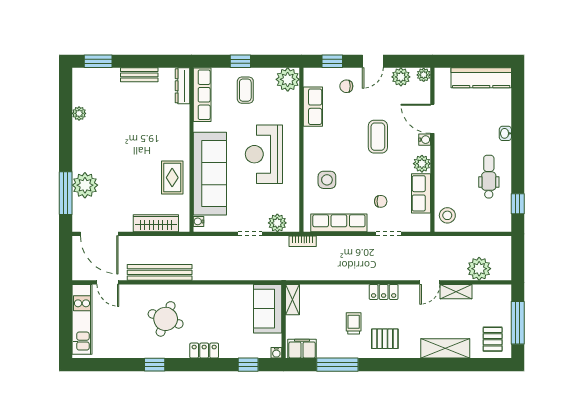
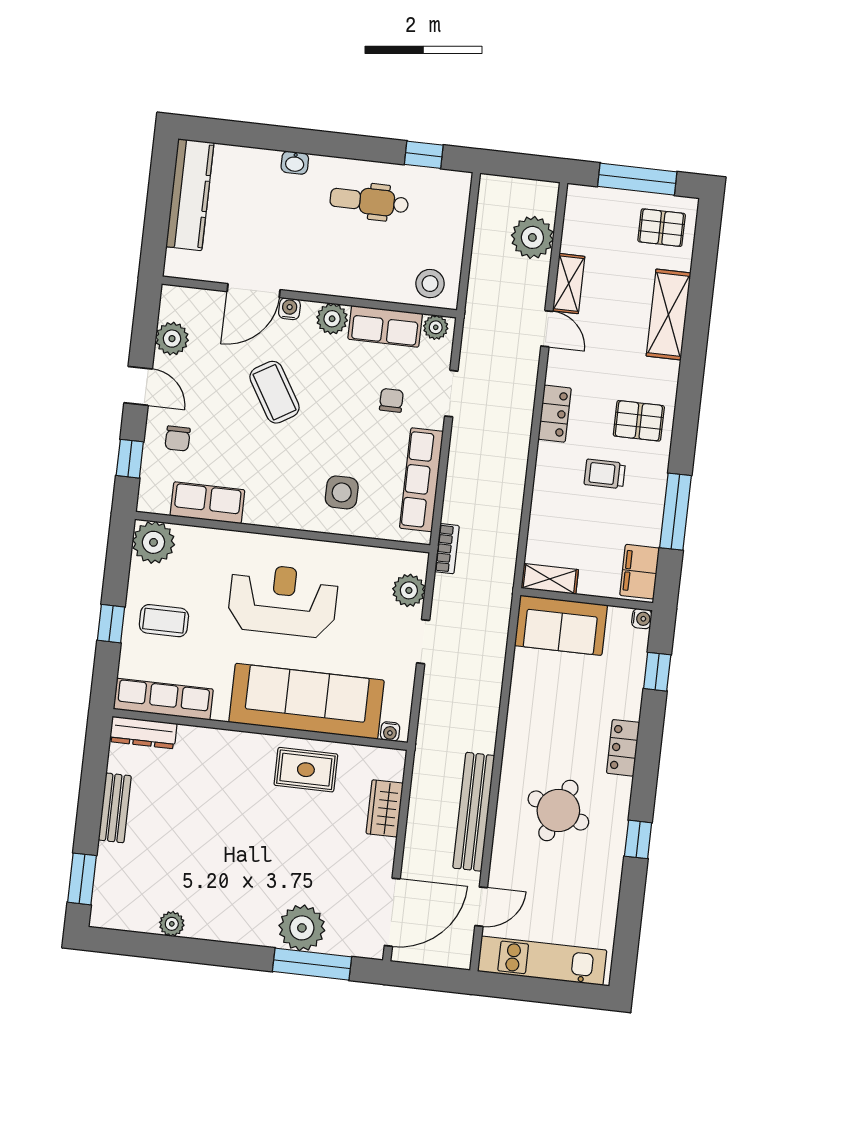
plant: (424, 75) -> (436, 327), moved
coffee table: (378, 137) -> (275, 392), turned 59
reception desk: (264, 154) -> (283, 600), turned 180
wardrobe: (156, 223) -> (385, 808), width x0.67
pallet: (385, 339) -> (639, 421), turned 90

